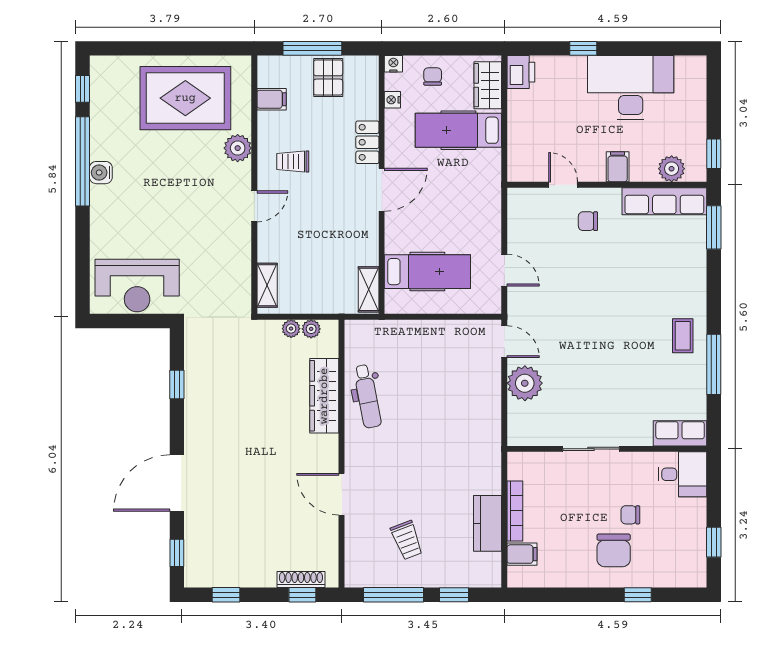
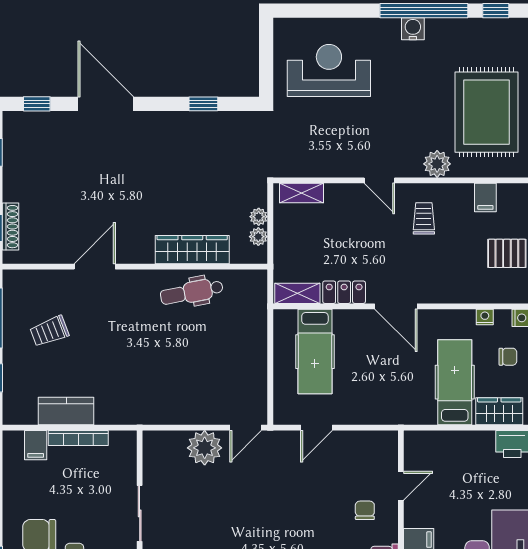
locker: (367, 142) -> (344, 292), moved
reception desk: (137, 286) -> (329, 70), moved, turned 90

